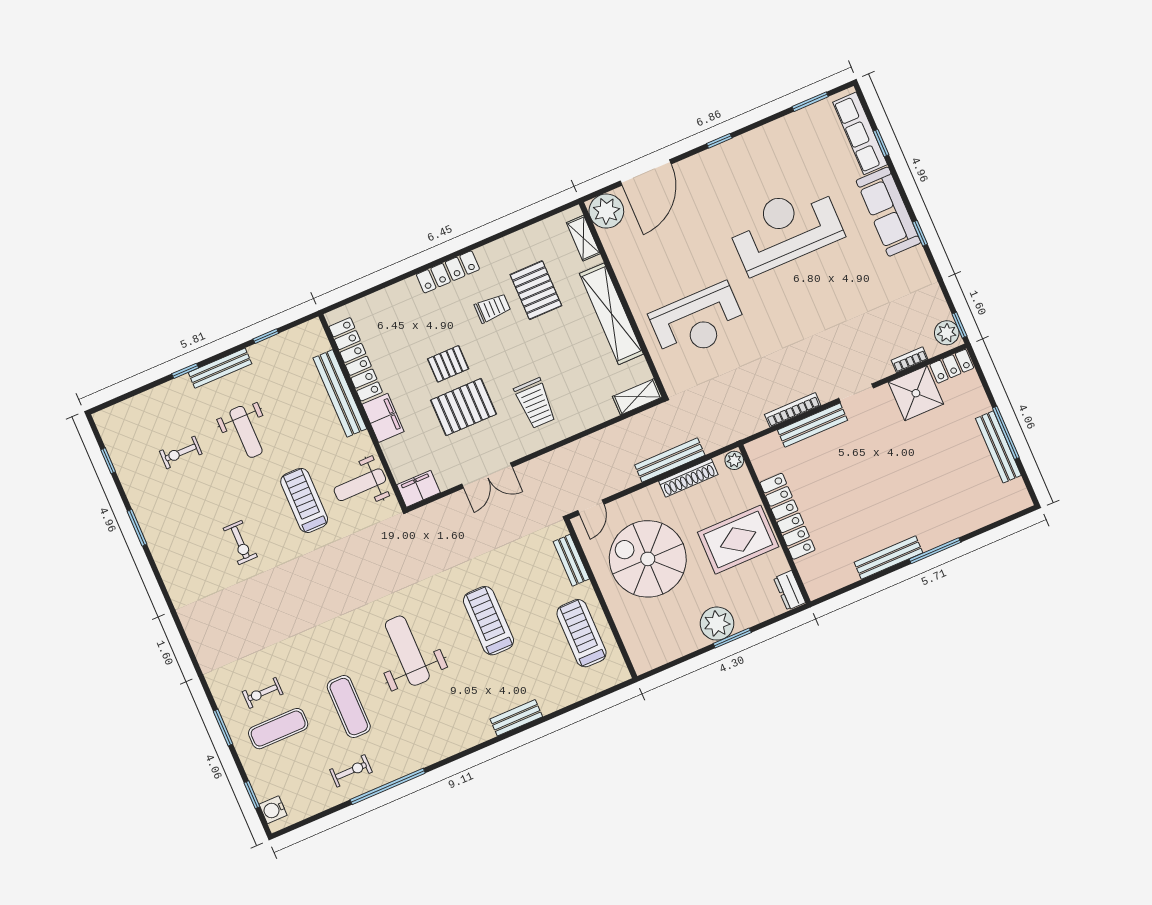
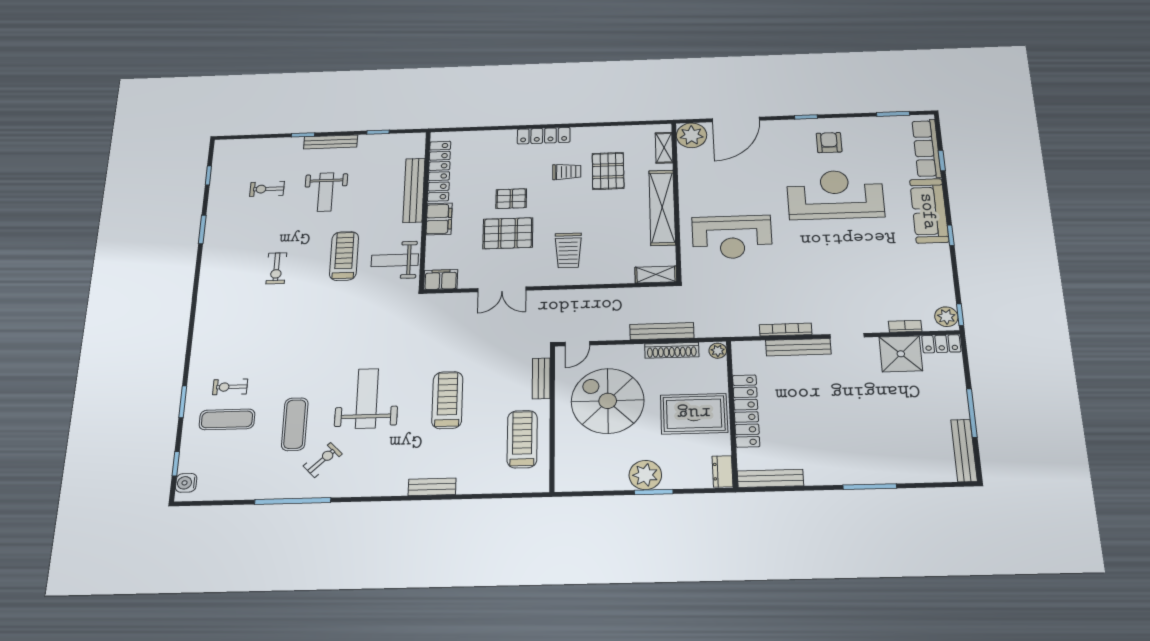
armchair: (756, 165) -> (829, 143), added
bench: (998, 447) -> (964, 450), moved
bench: (889, 558) -> (770, 478), moved
exercise bike: (351, 771) -> (323, 460), moved, turned -44

